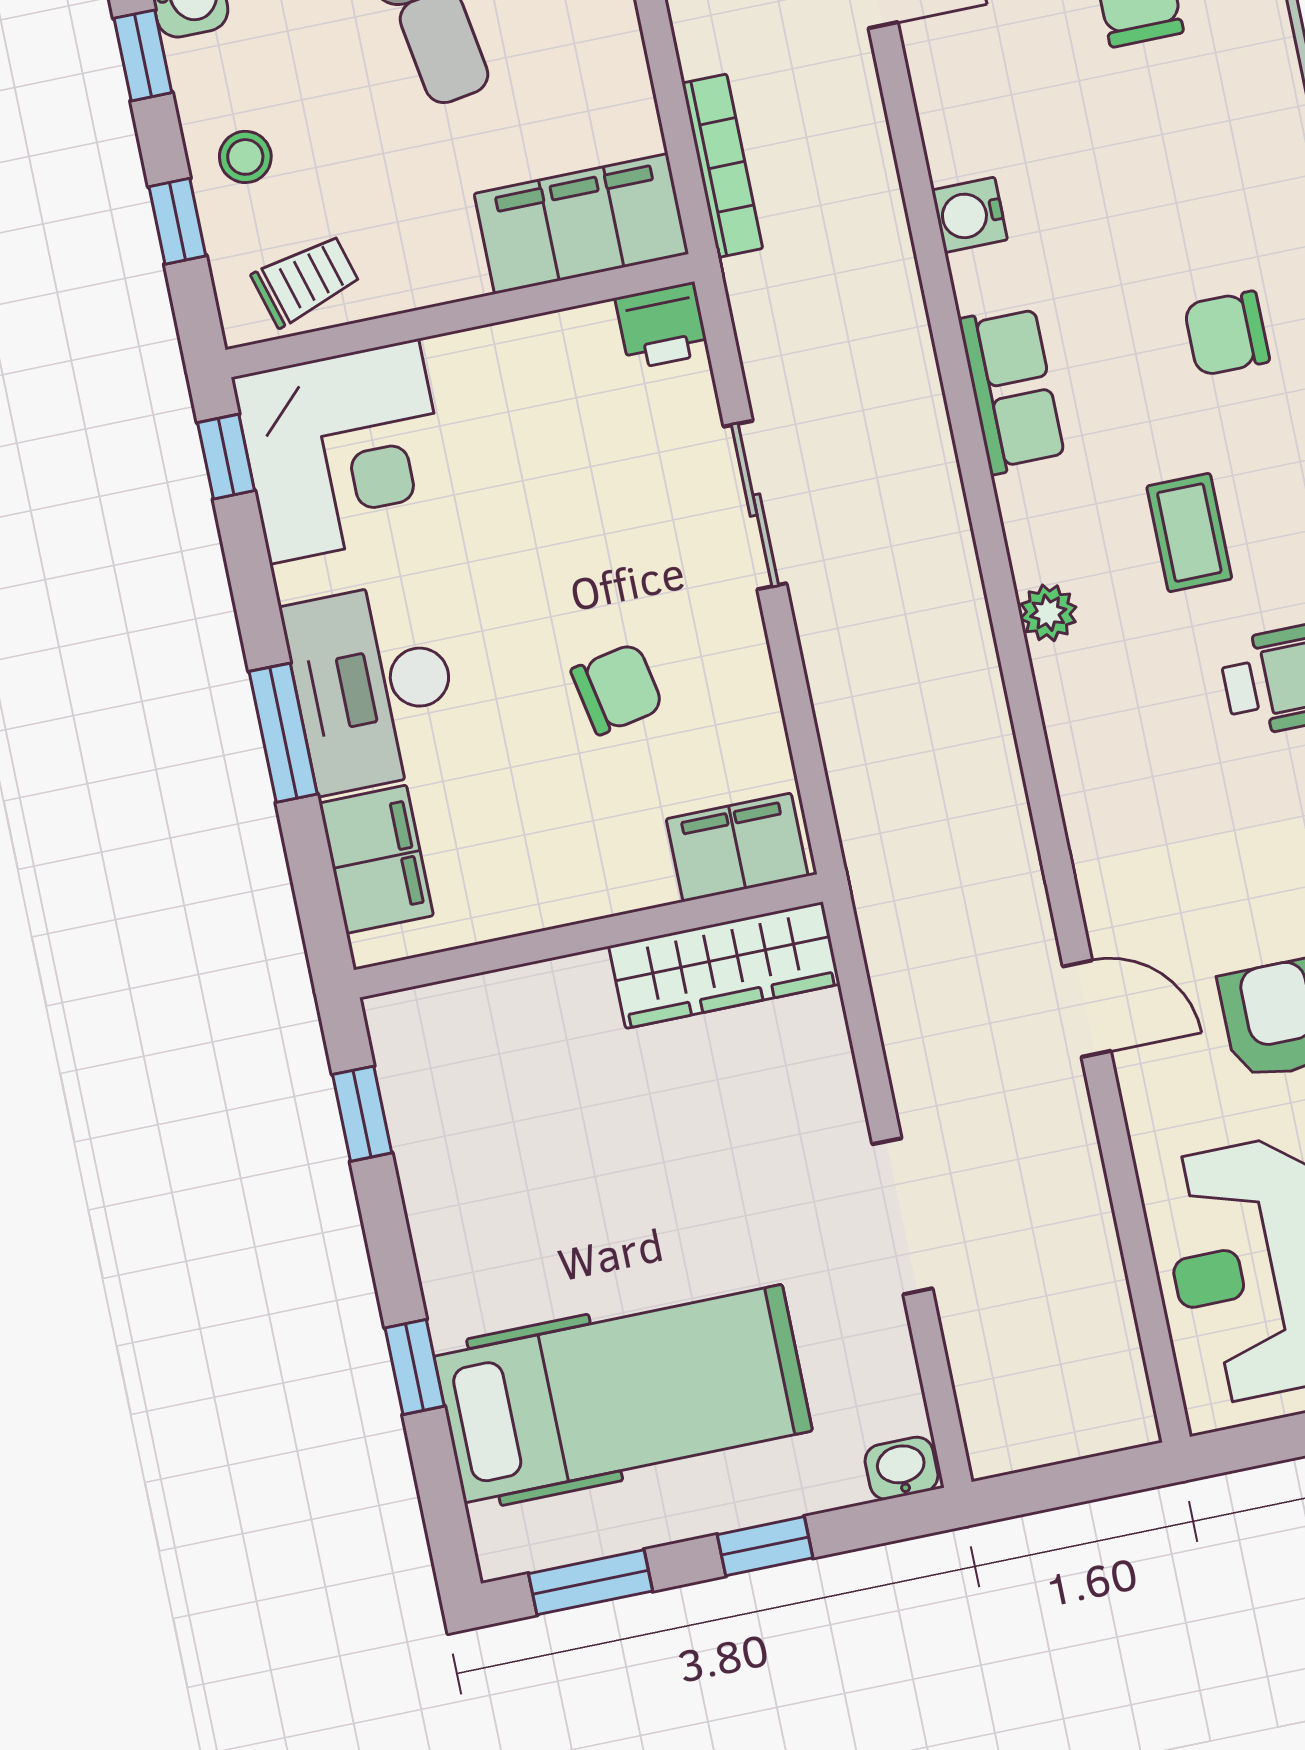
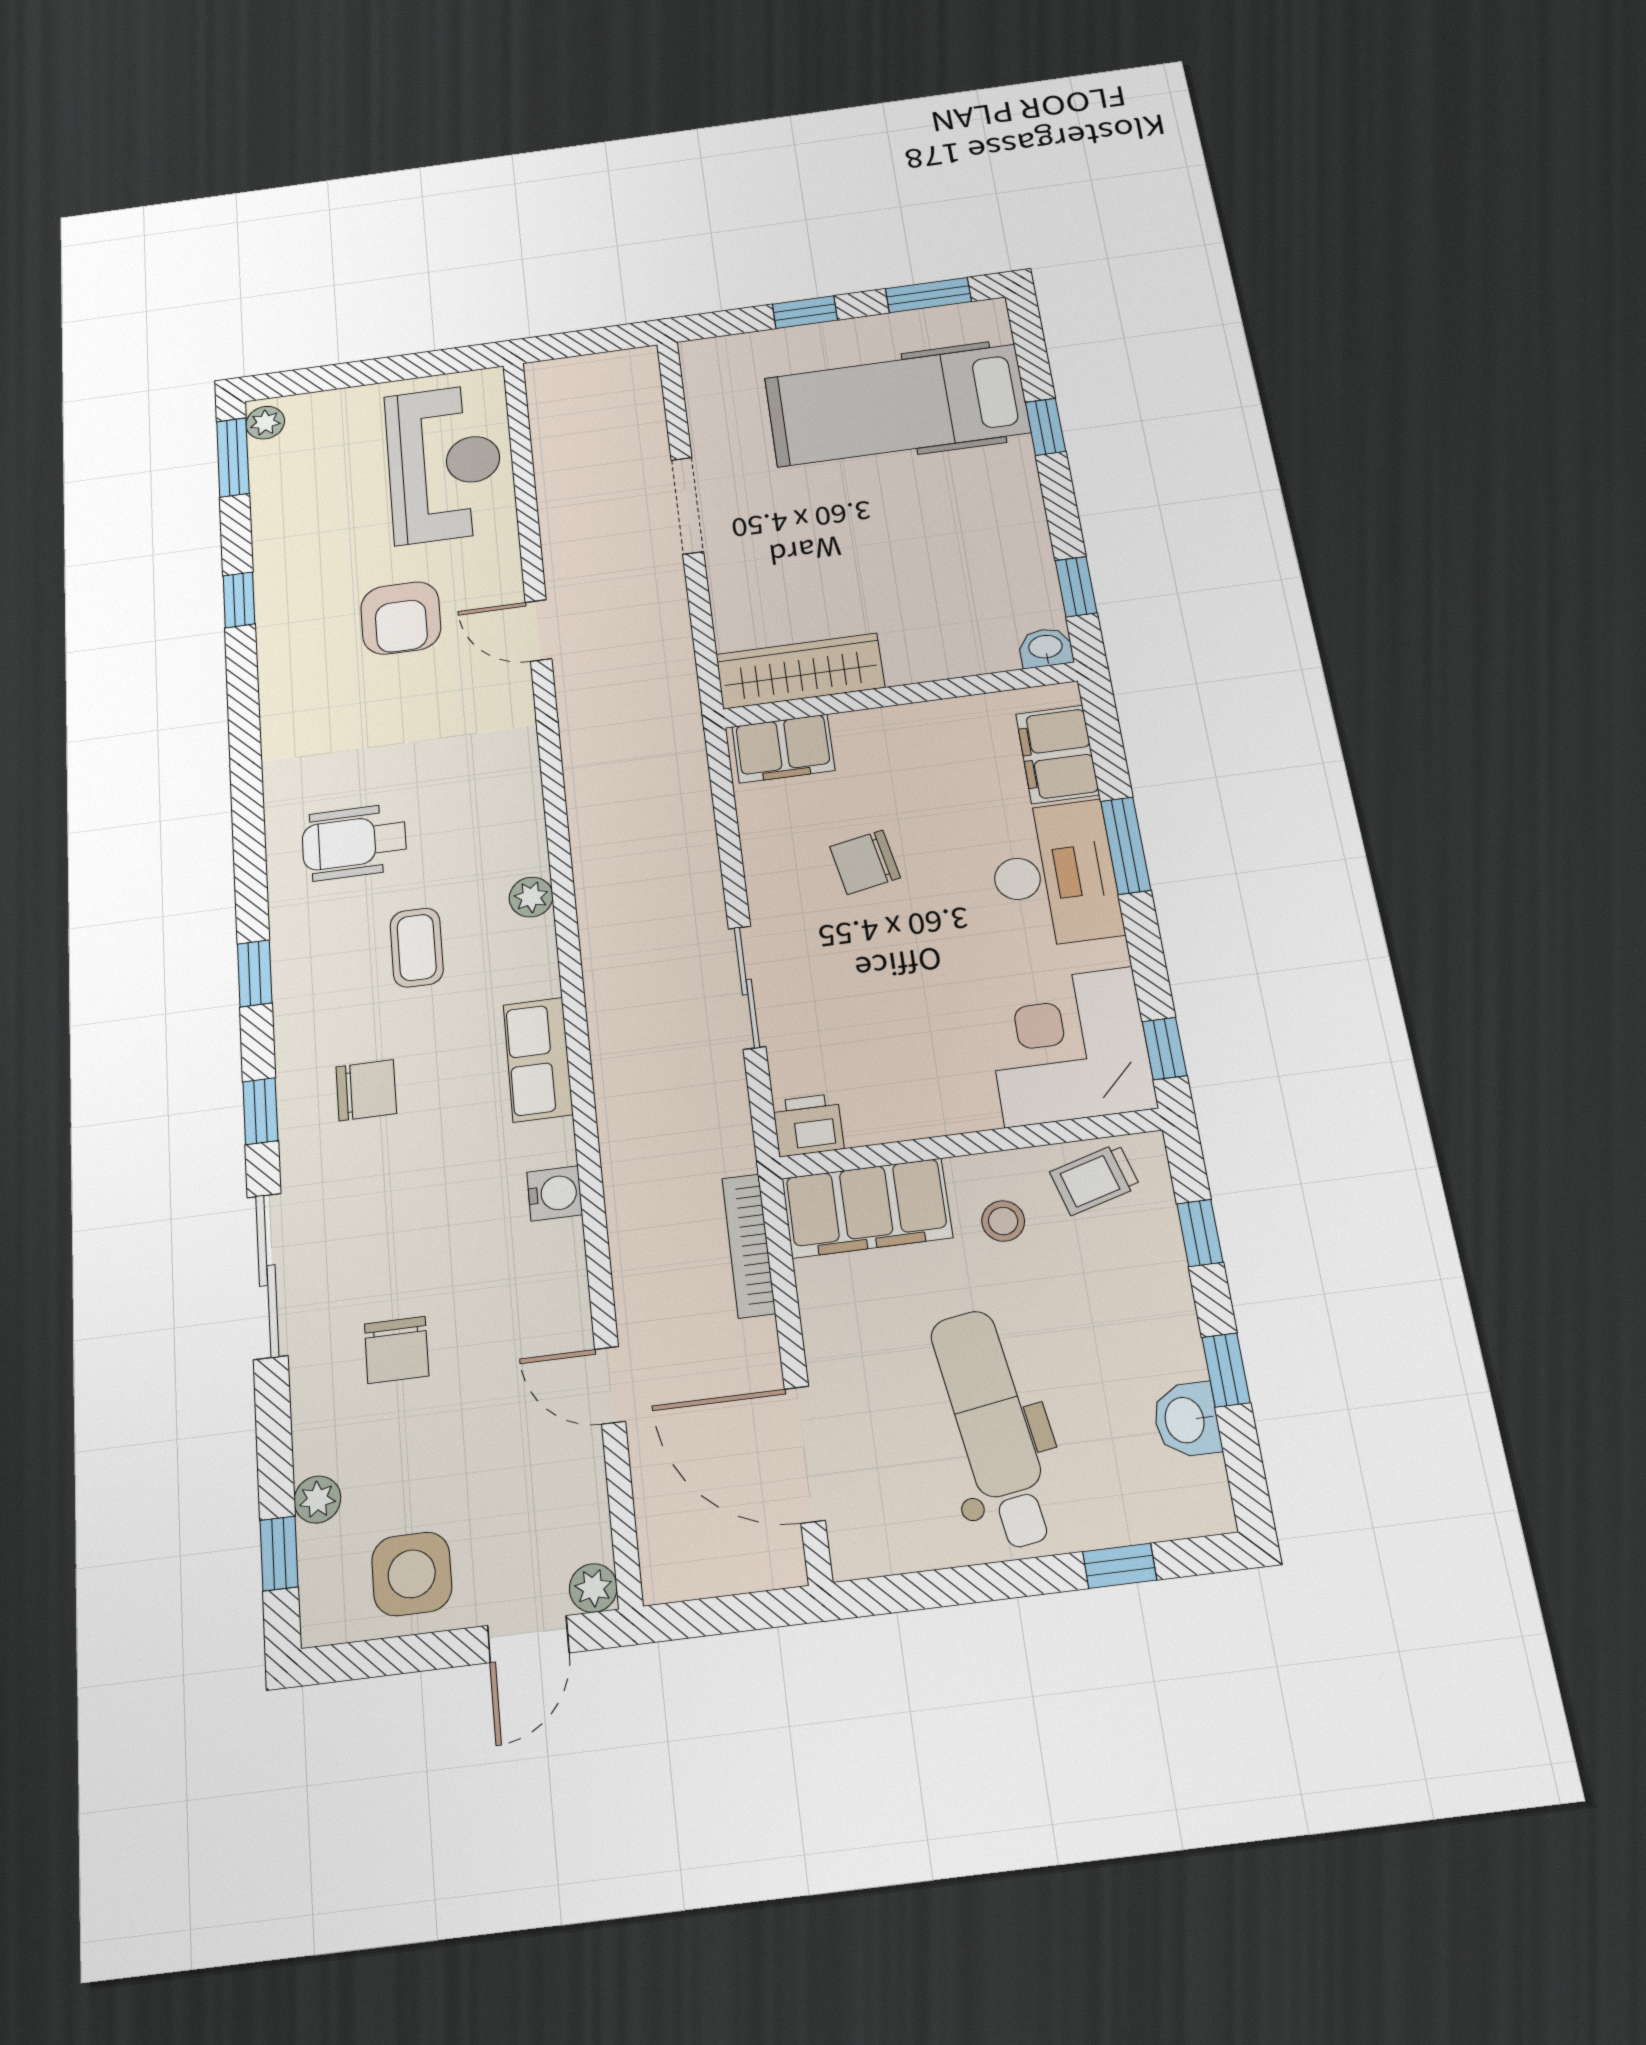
stool: (245, 157) -> (1003, 1221), moved
washbasin: (901, 1468) -> (1046, 648), moved, turned 180

